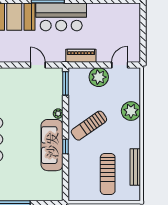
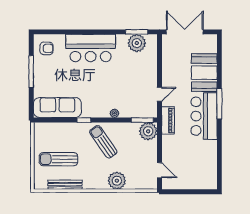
piano: (81, 56) -> (168, 120), moved
plant: (99, 77) -> (148, 131), moved
sofa: (52, 145) -> (57, 108), moved

